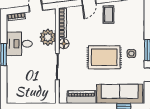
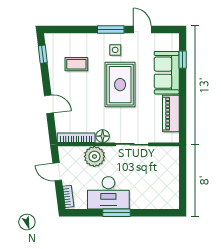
coffee table: (109, 15) -> (76, 64), moved
desk: (19, 44) -> (108, 193), width x1.37
sofa: (120, 94) -> (167, 73), width x0.73

